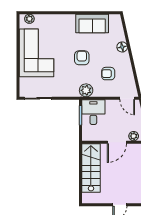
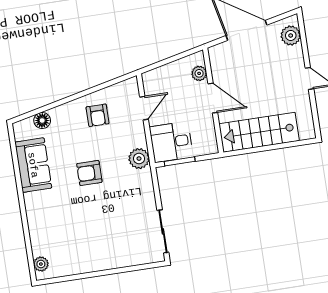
floor lamp: (122, 47) -> (42, 120), moved
corner sofa: (36, 53) -> (92, 245), removed
armchair: (108, 74) -> (98, 115), moved
door: (127, 98) -> (144, 108), moved

